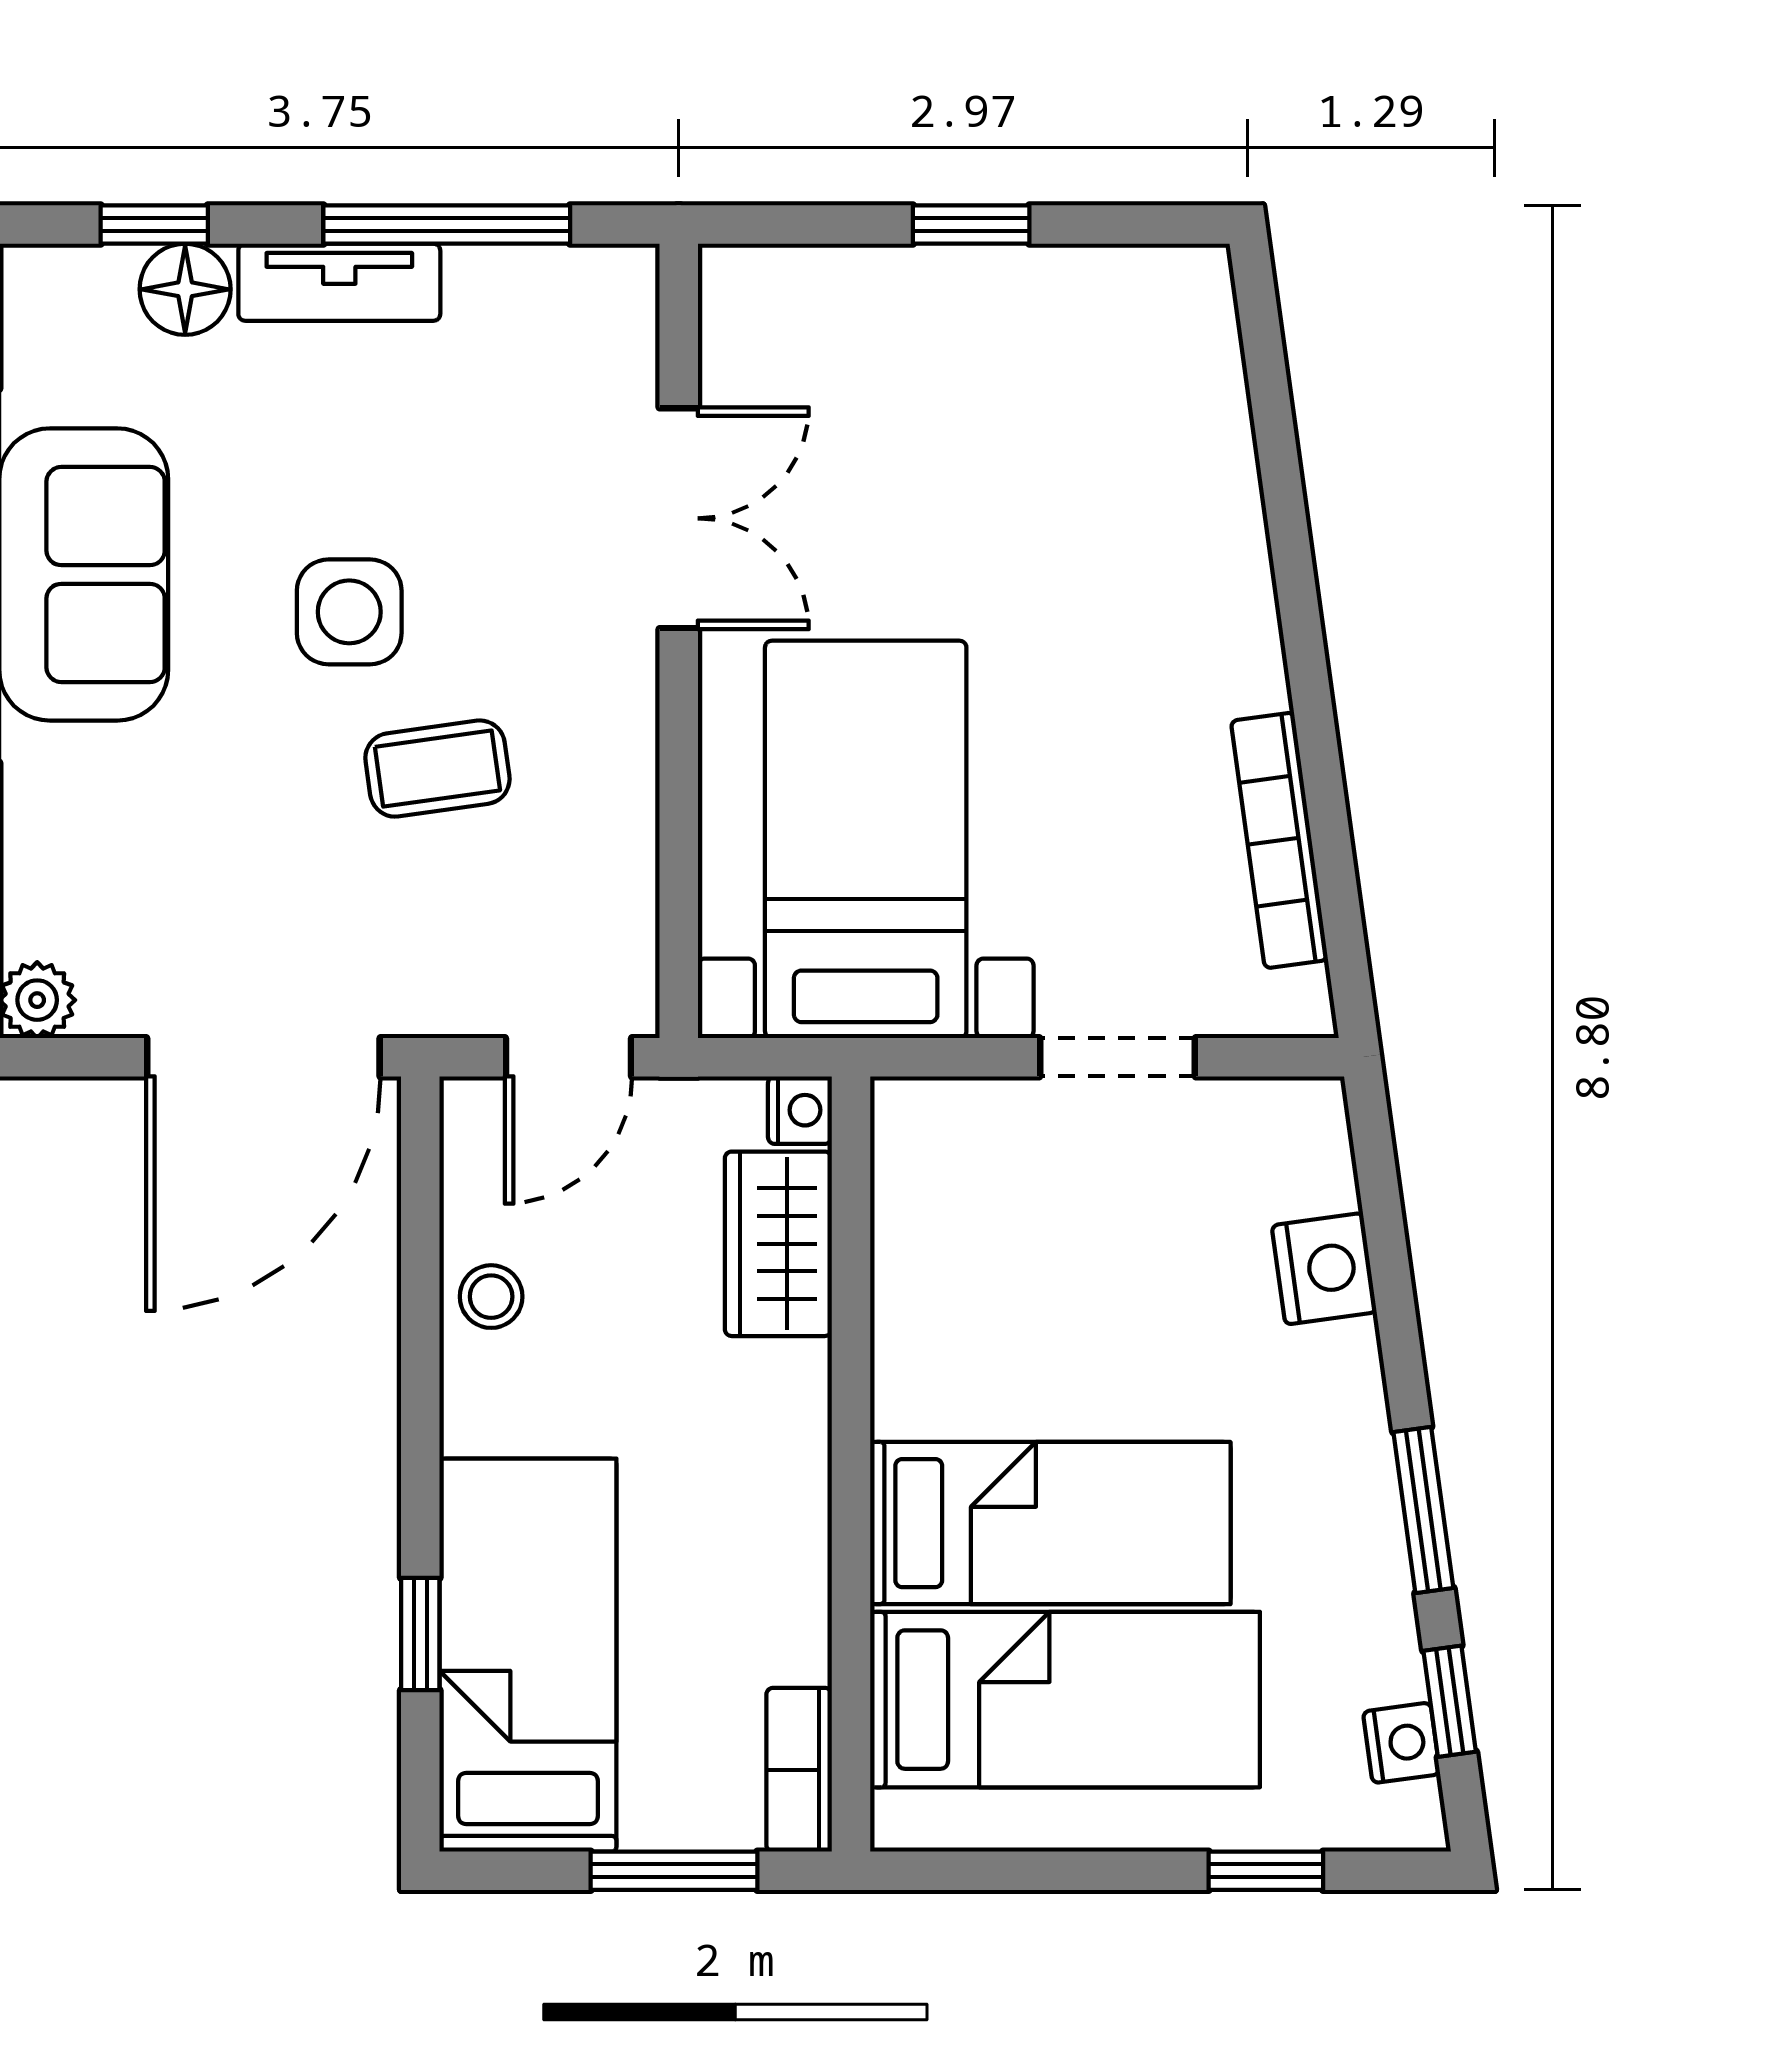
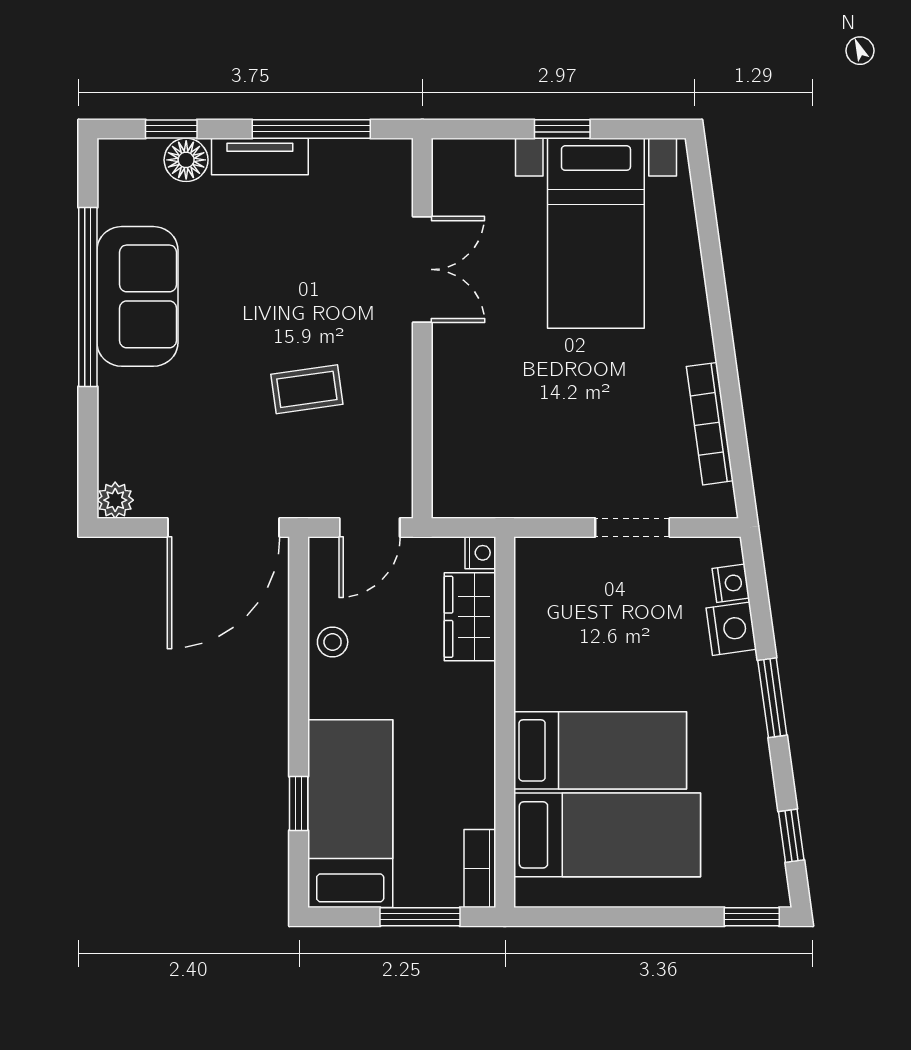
side table: (349, 612) -> (265, 314), removed
bed with nightstands: (866, 839) -> (596, 233), moved, turned 180
window: (1423, 1510) -> (772, 698), moved
nightstand: (1402, 1743) -> (731, 583), moved
window: (1266, 1871) -> (752, 917), moved

